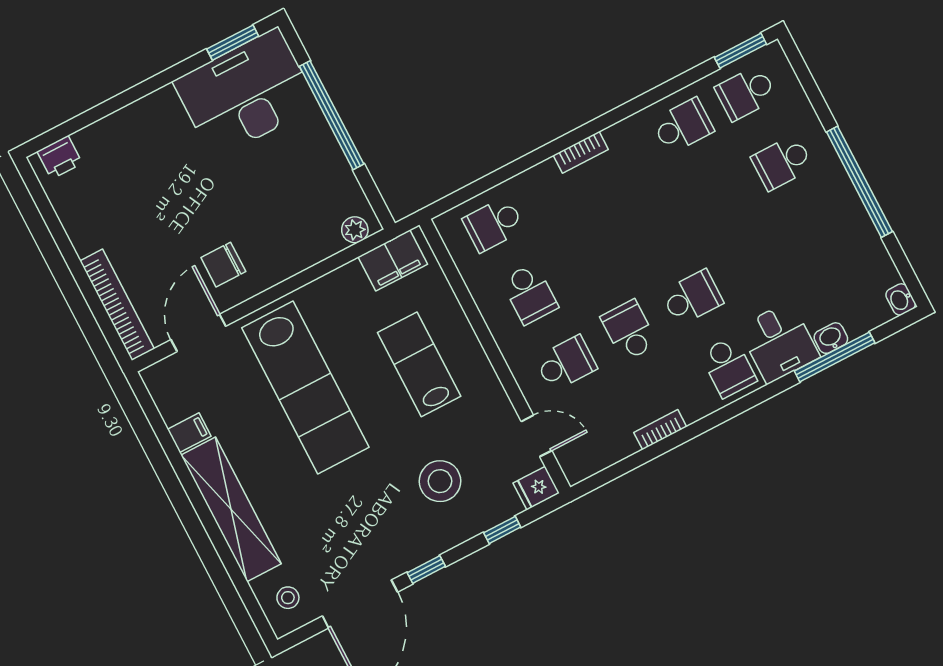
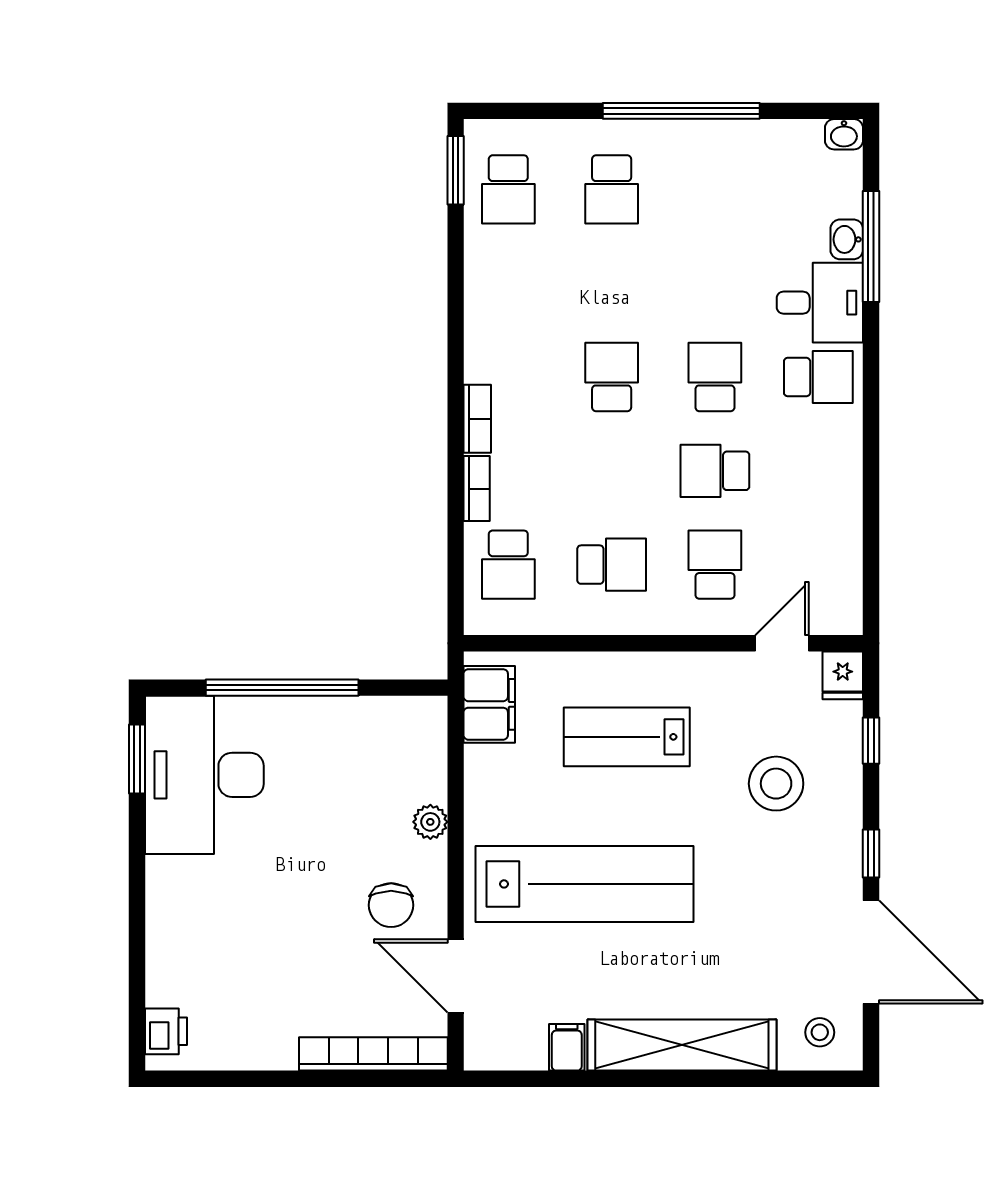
school desk: (683, 126) -> (612, 377), moved
plant: (355, 230) -> (430, 822), moved
bookcase: (660, 430) -> (477, 489), moved, turned 180

